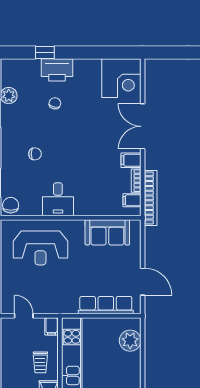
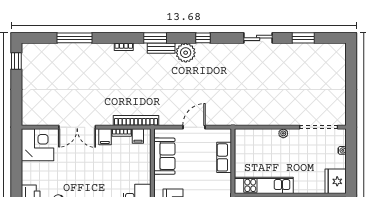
door: (143, 282) -> (194, 127), moved
row of seats: (106, 305) -> (224, 157), width x0.68
plant: (130, 341) -> (283, 133), moved, width x0.53, depth x0.53

